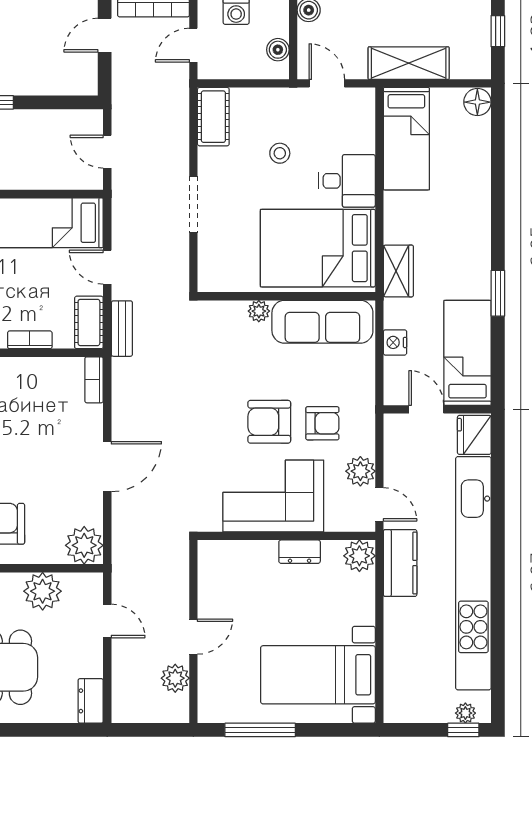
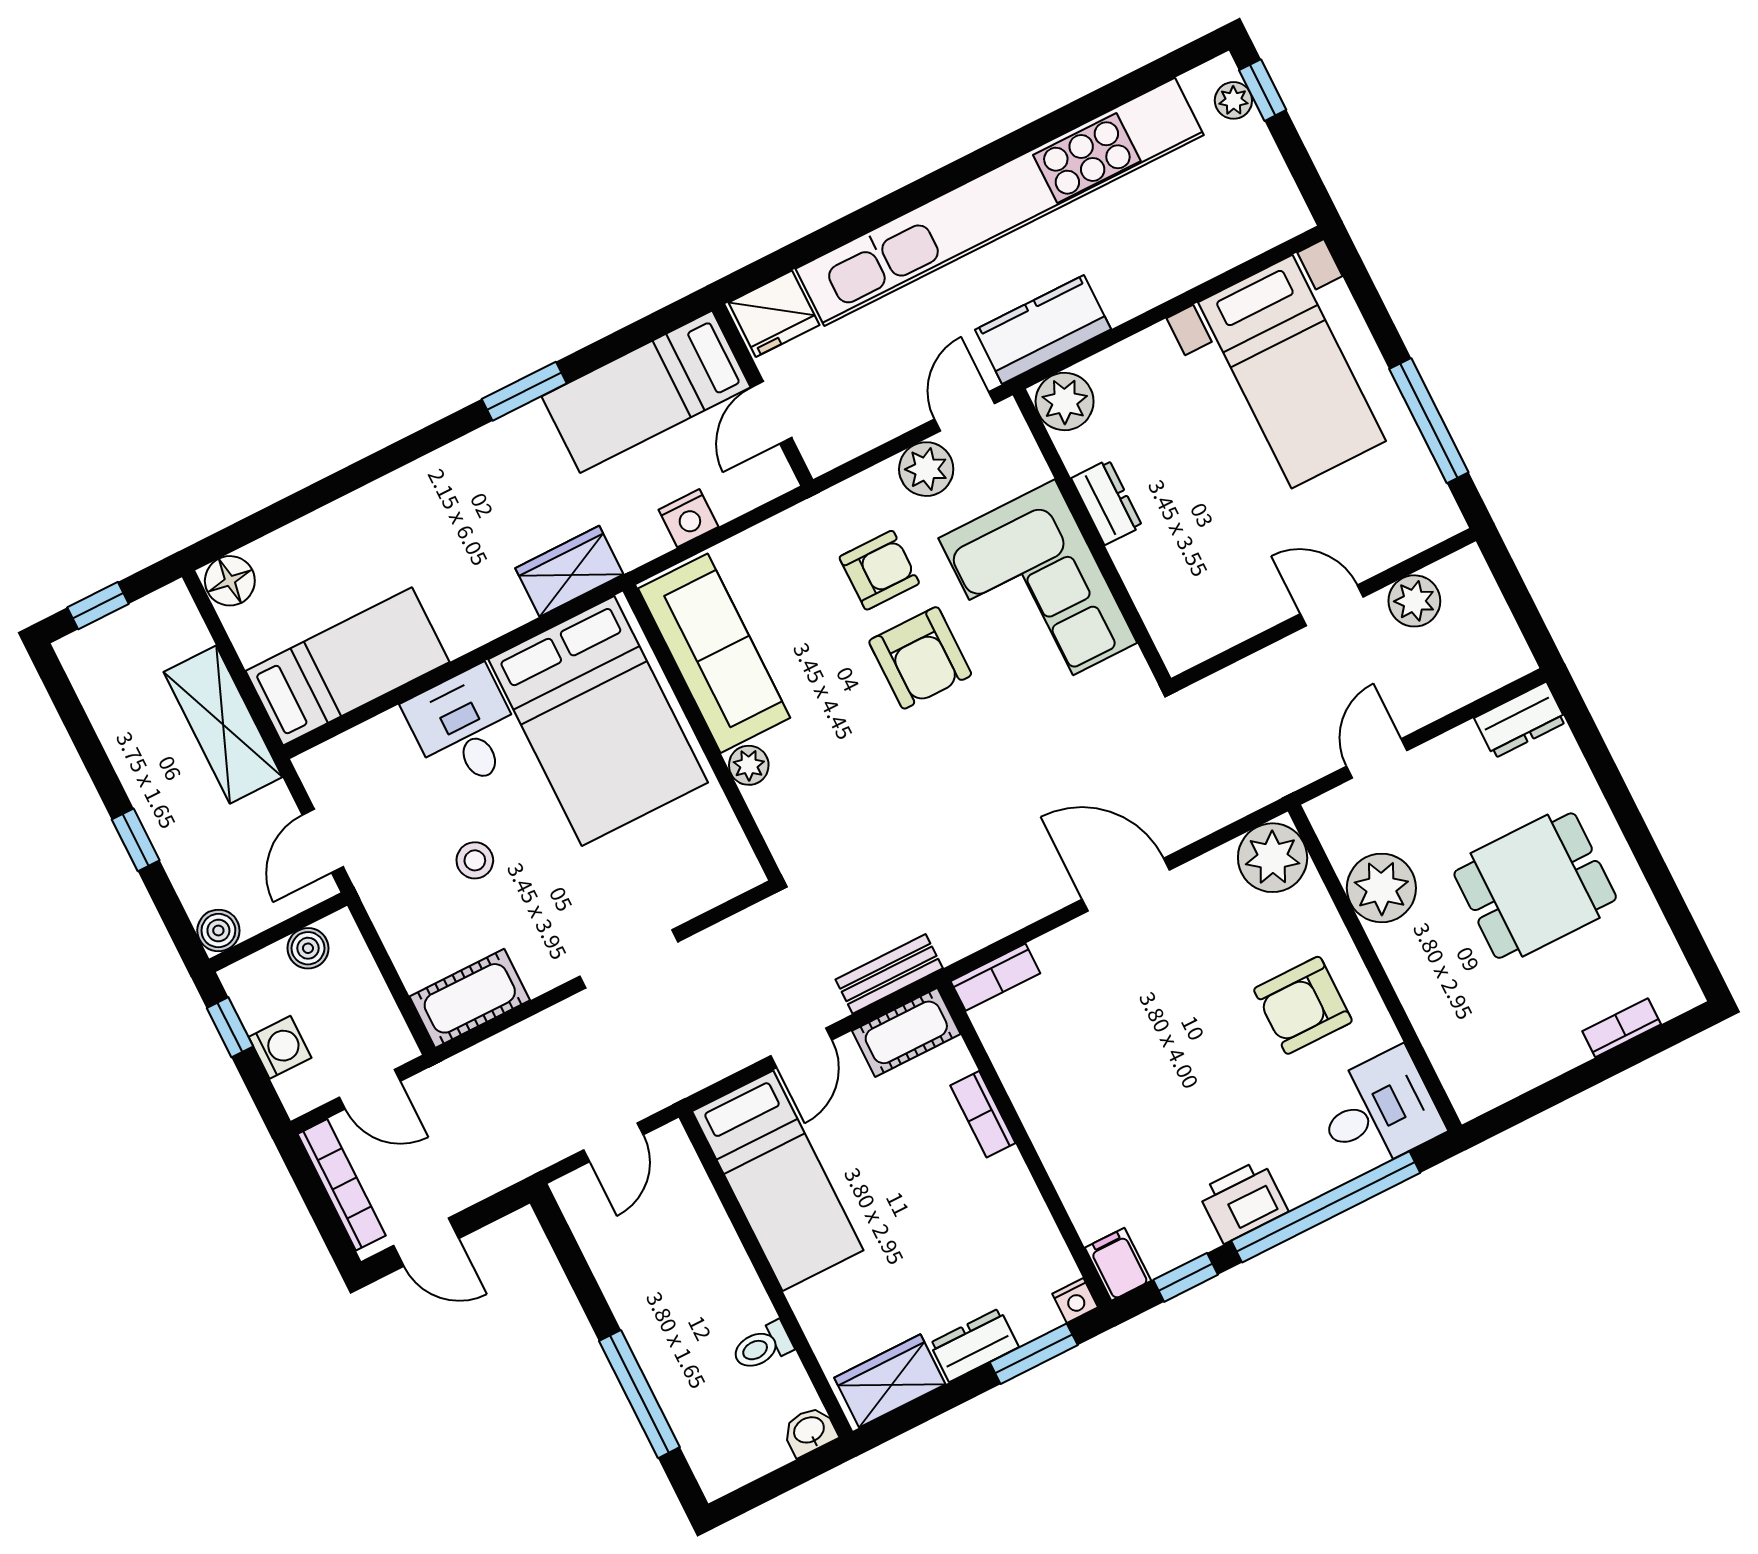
armchair: (322, 423) -> (879, 570), turned 90

